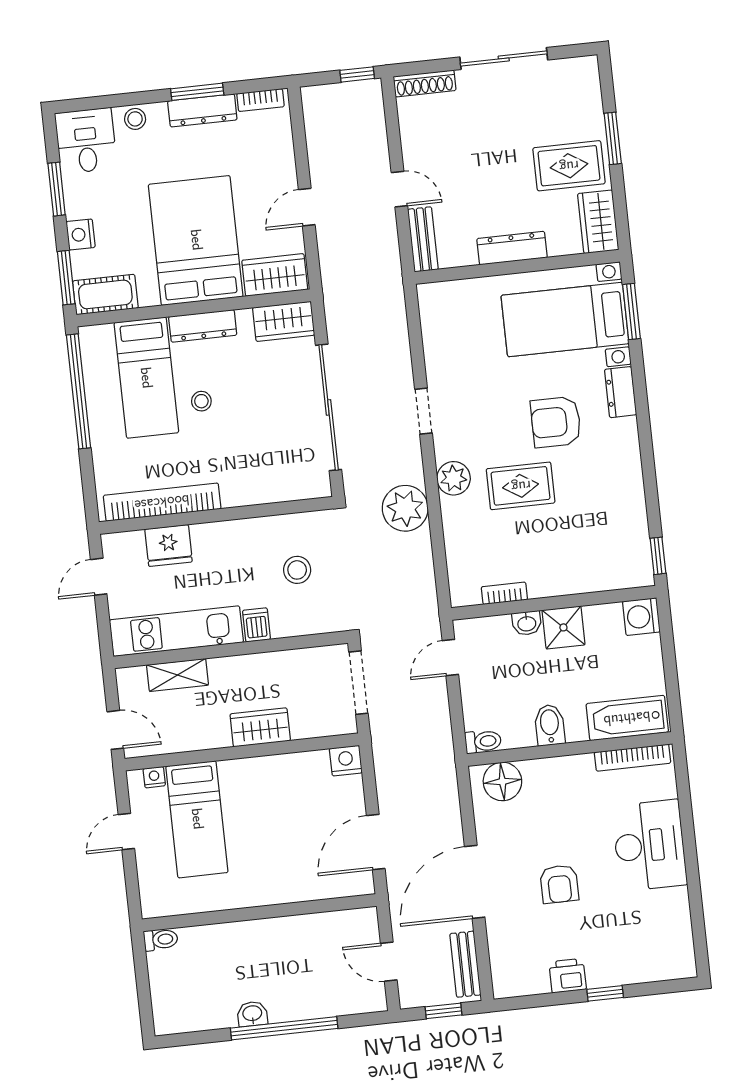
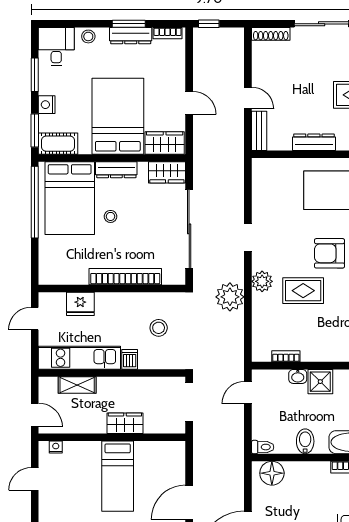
window: (357, 74) -> (209, 24), moved
door: (307, 207) -> (189, 103), swing flipped
bed: (146, 378) -> (70, 198), width x1.50
bookcase: (162, 502) -> (125, 277), moved
nightstand: (346, 761) -> (176, 450), removed
bed: (197, 819) -> (118, 476), moved

